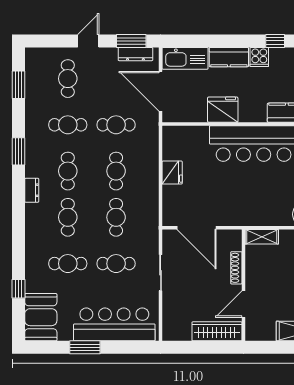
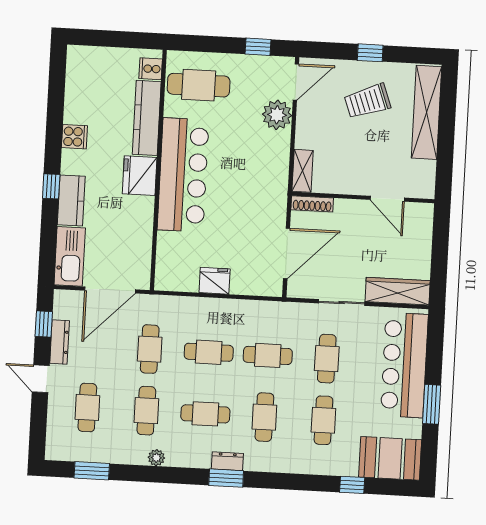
window: (131, 41) -> (44, 324), width x0.67
window: (275, 41) -> (51, 186), moved
dresser: (135, 54) -> (60, 342), moved
cooker: (259, 57) -> (74, 137), moved
cafe table: (68, 79) -> (87, 407), turned 90
fridge: (223, 110) -> (140, 176), moved
plant: (31, 135) -> (156, 458), added
window: (19, 151) -> (226, 478), moved
cafe table: (68, 217) -> (264, 417), turned 90
shoe rack: (236, 268) -> (312, 204), moved
wardrobe: (217, 331) -> (398, 291), moved, turned 90

